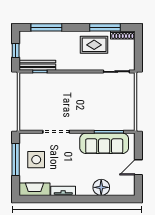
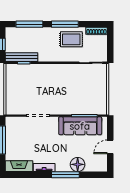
window: (105, 27) -> (65, 24), moved
side table: (36, 160) -> (21, 140), removed
window: (87, 199) -> (65, 175), added

